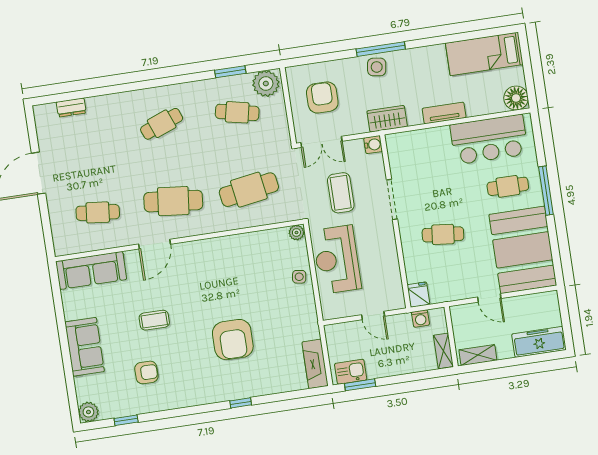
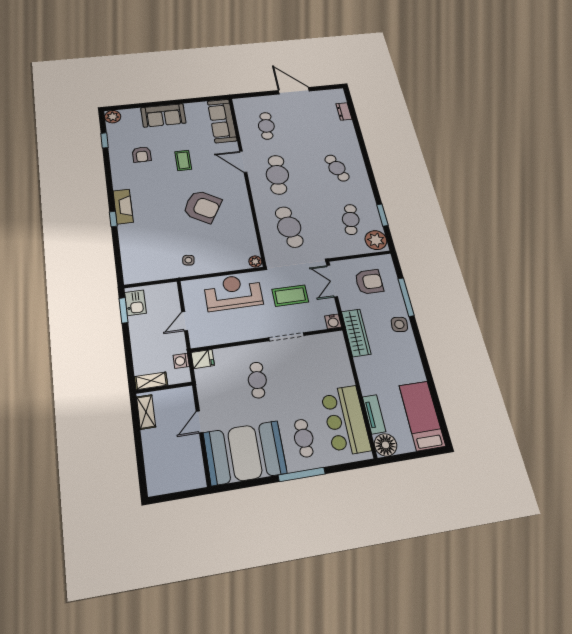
window: (381, 49) -> (406, 297), moved
tv unit: (444, 113) -> (374, 414), moved
wardrobe: (387, 119) -> (356, 333), width x1.50
side table: (299, 277) -> (188, 260), moved
armchair: (233, 340) -> (202, 207), moved, turned -149
freezer: (539, 342) -> (157, 470), removed
fireplace: (315, 364) -> (123, 206), moved, turned 90

